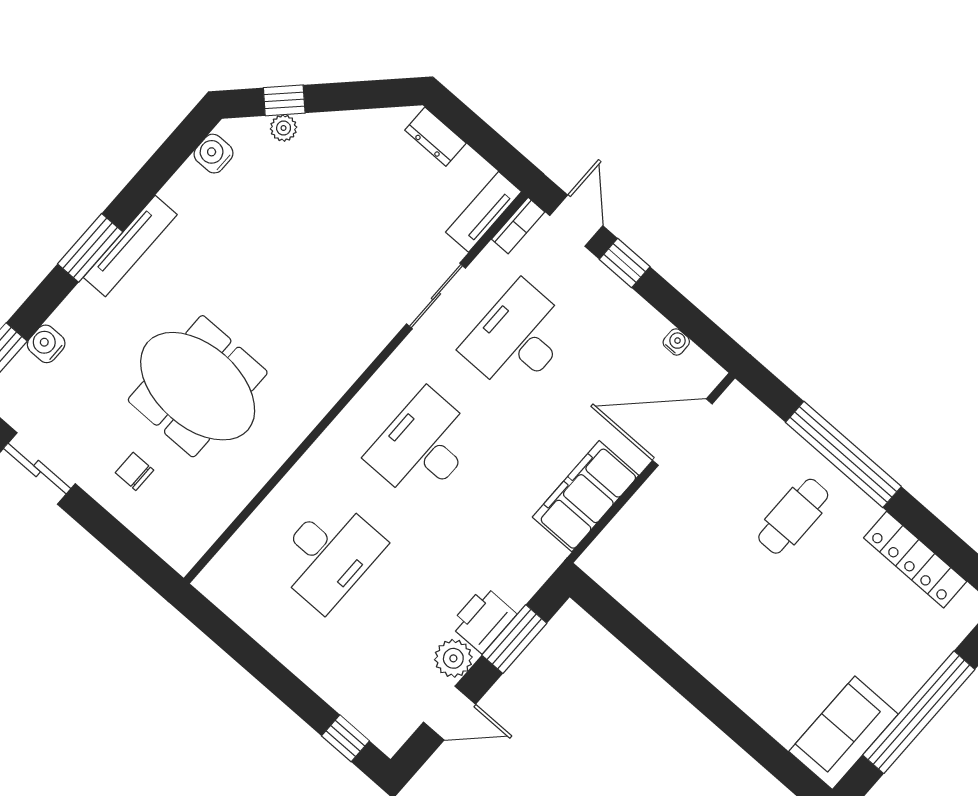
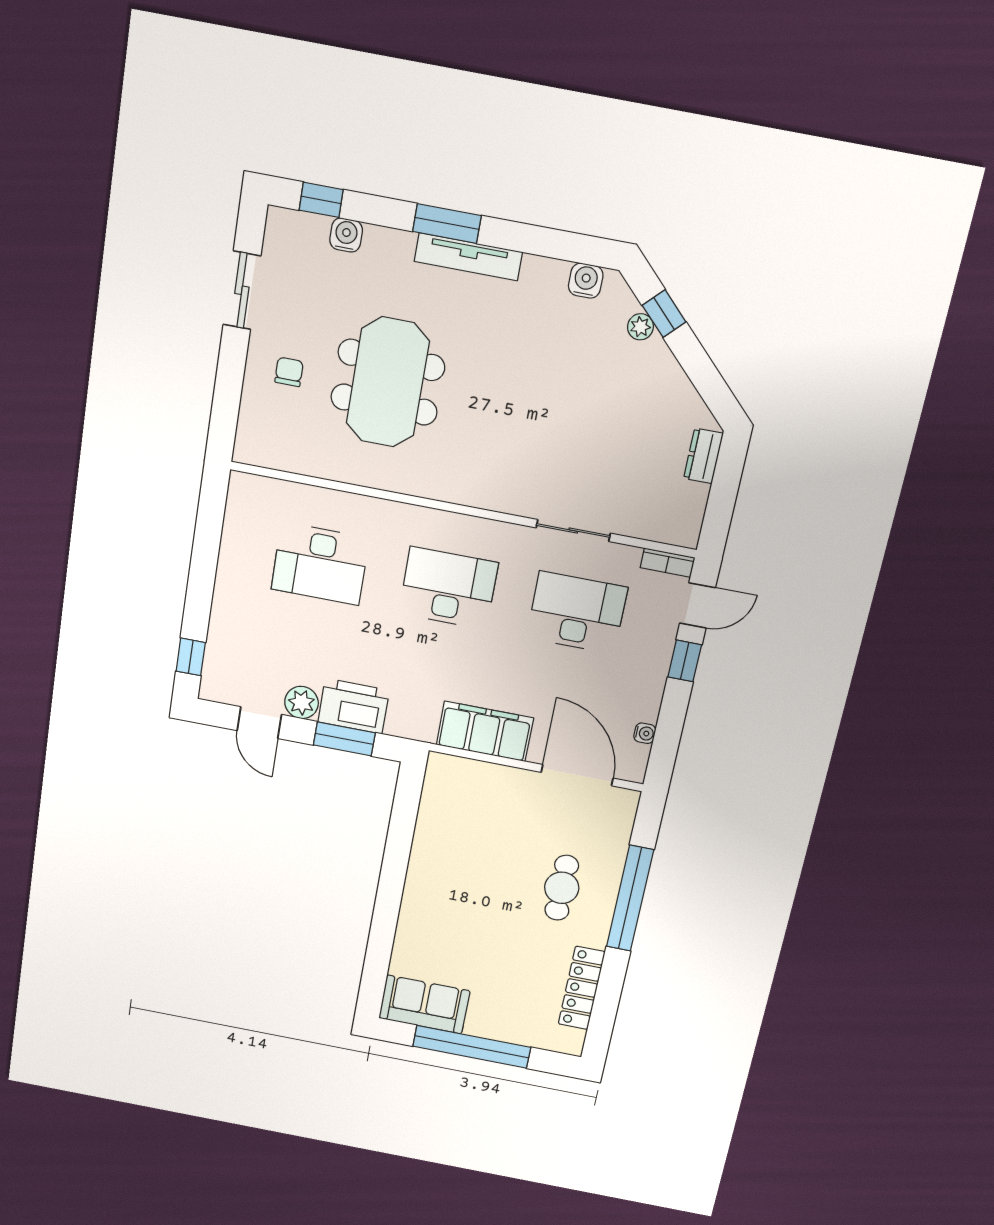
tv unit: (484, 212) -> (663, 529), removed
cafe table: (793, 516) -> (562, 888), turned 90
printer: (483, 620) -> (354, 706), width x1.37, depth x1.19

